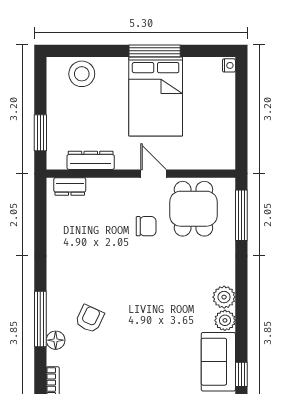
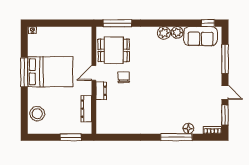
dresser: (70, 186) -> (101, 91), moved
armchair: (90, 319) -> (176, 109), removed

